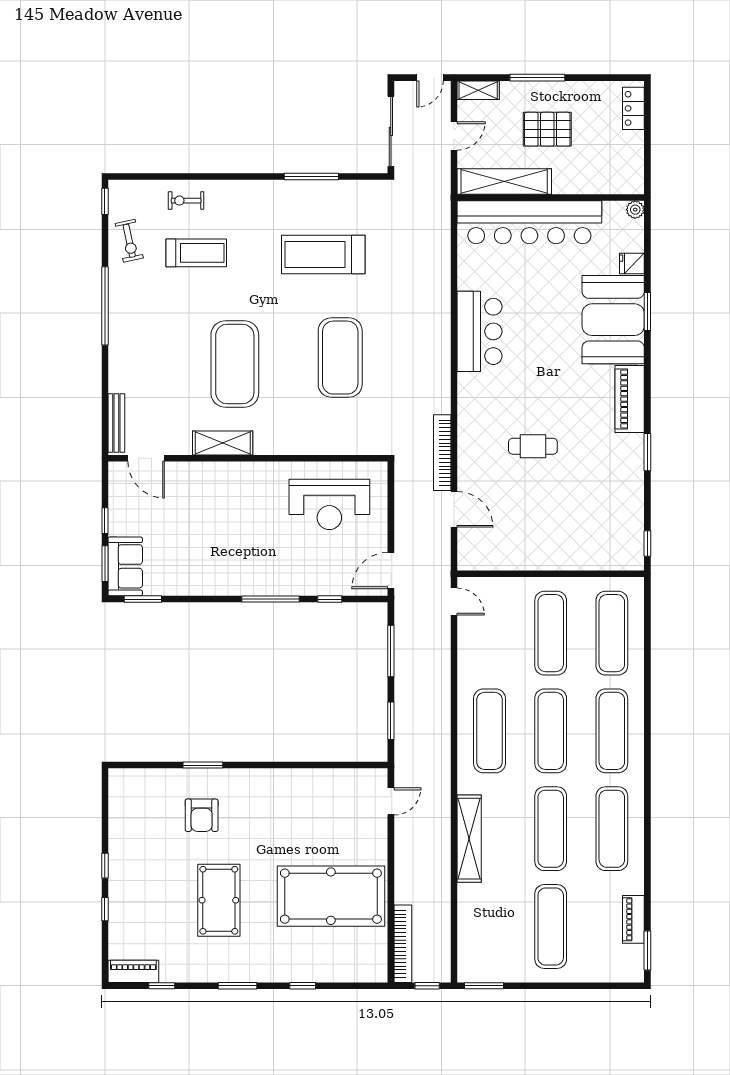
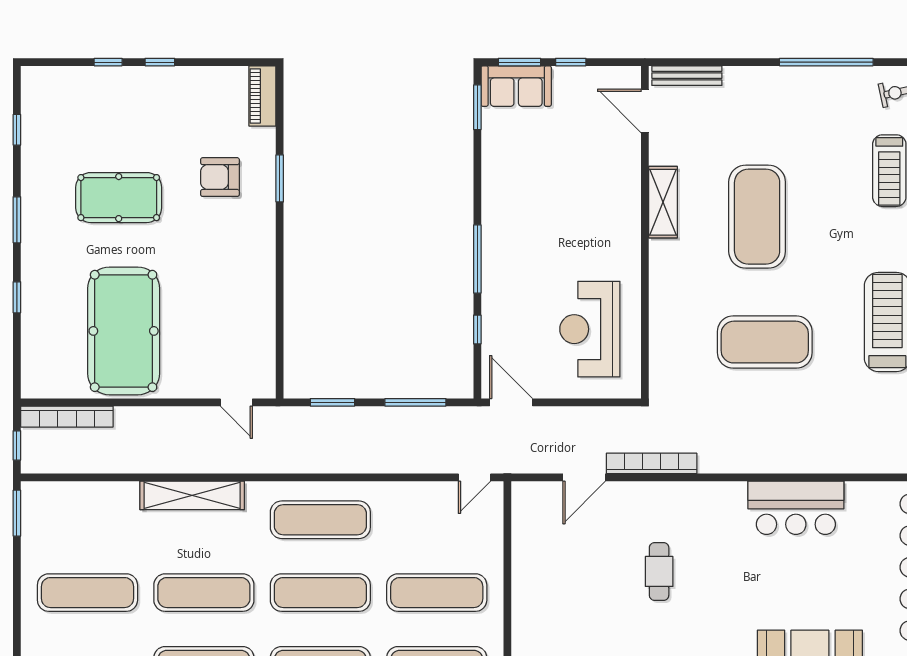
exercise mat: (235, 364) -> (757, 217), turned 90
door: (146, 458) -> (645, 111), hinge flipped
piano: (133, 971) -> (262, 96), moved, turned 180

